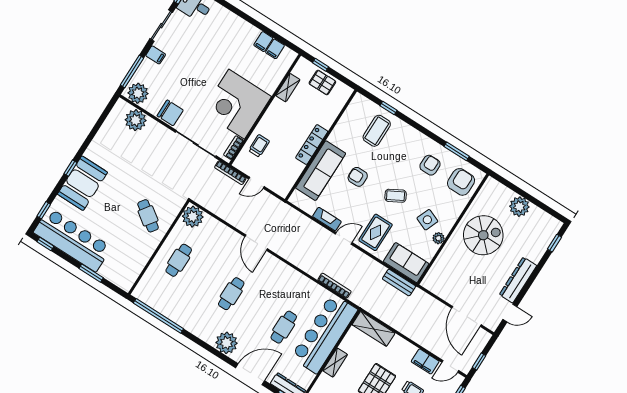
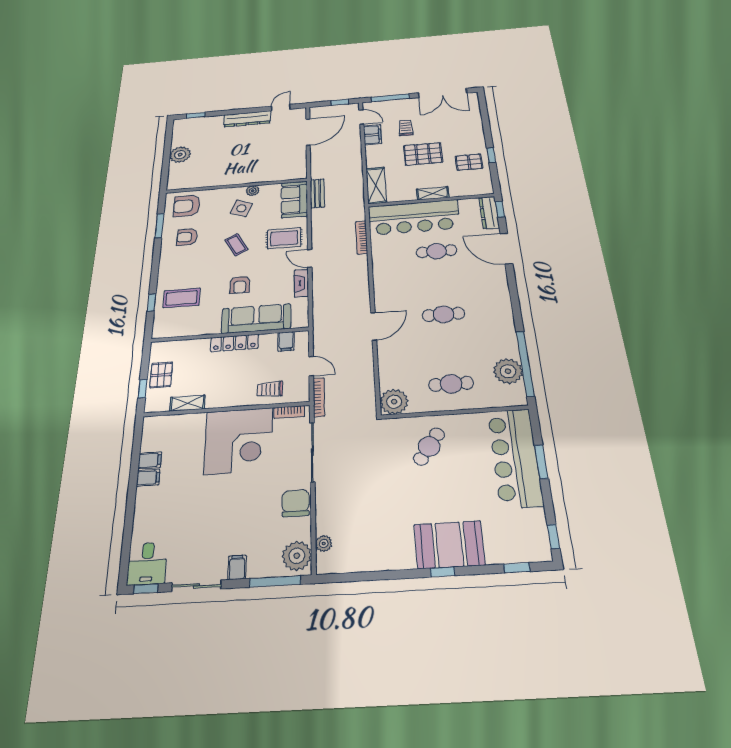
filing cabinet: (275, 49) -> (148, 478), moved
plant: (136, 120) -> (324, 543), width x0.53, depth x0.53
filing cabinet: (288, 179) -> (286, 341), added
spiral stairs: (483, 235) -> (225, 163), removed
bar counter: (73, 240) -> (515, 458), moved
door: (510, 313) -> (281, 108), hinge flipped
plant: (226, 343) -> (508, 371), moved

